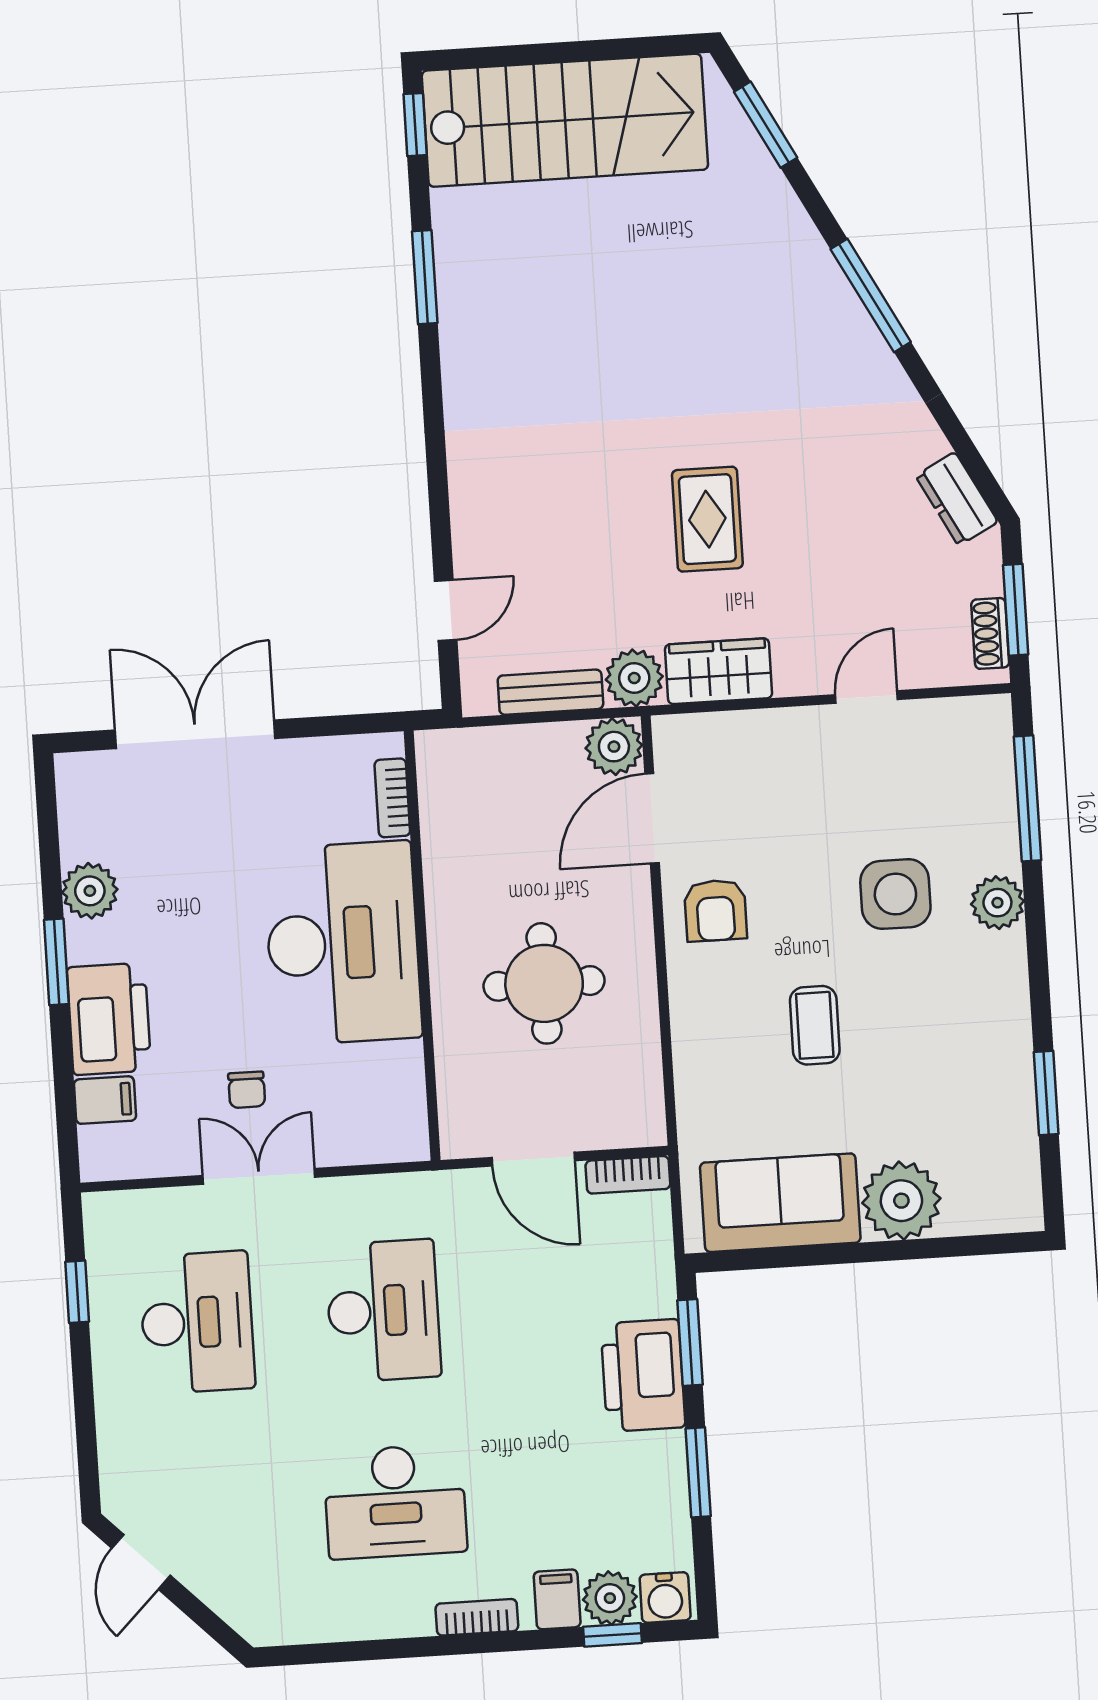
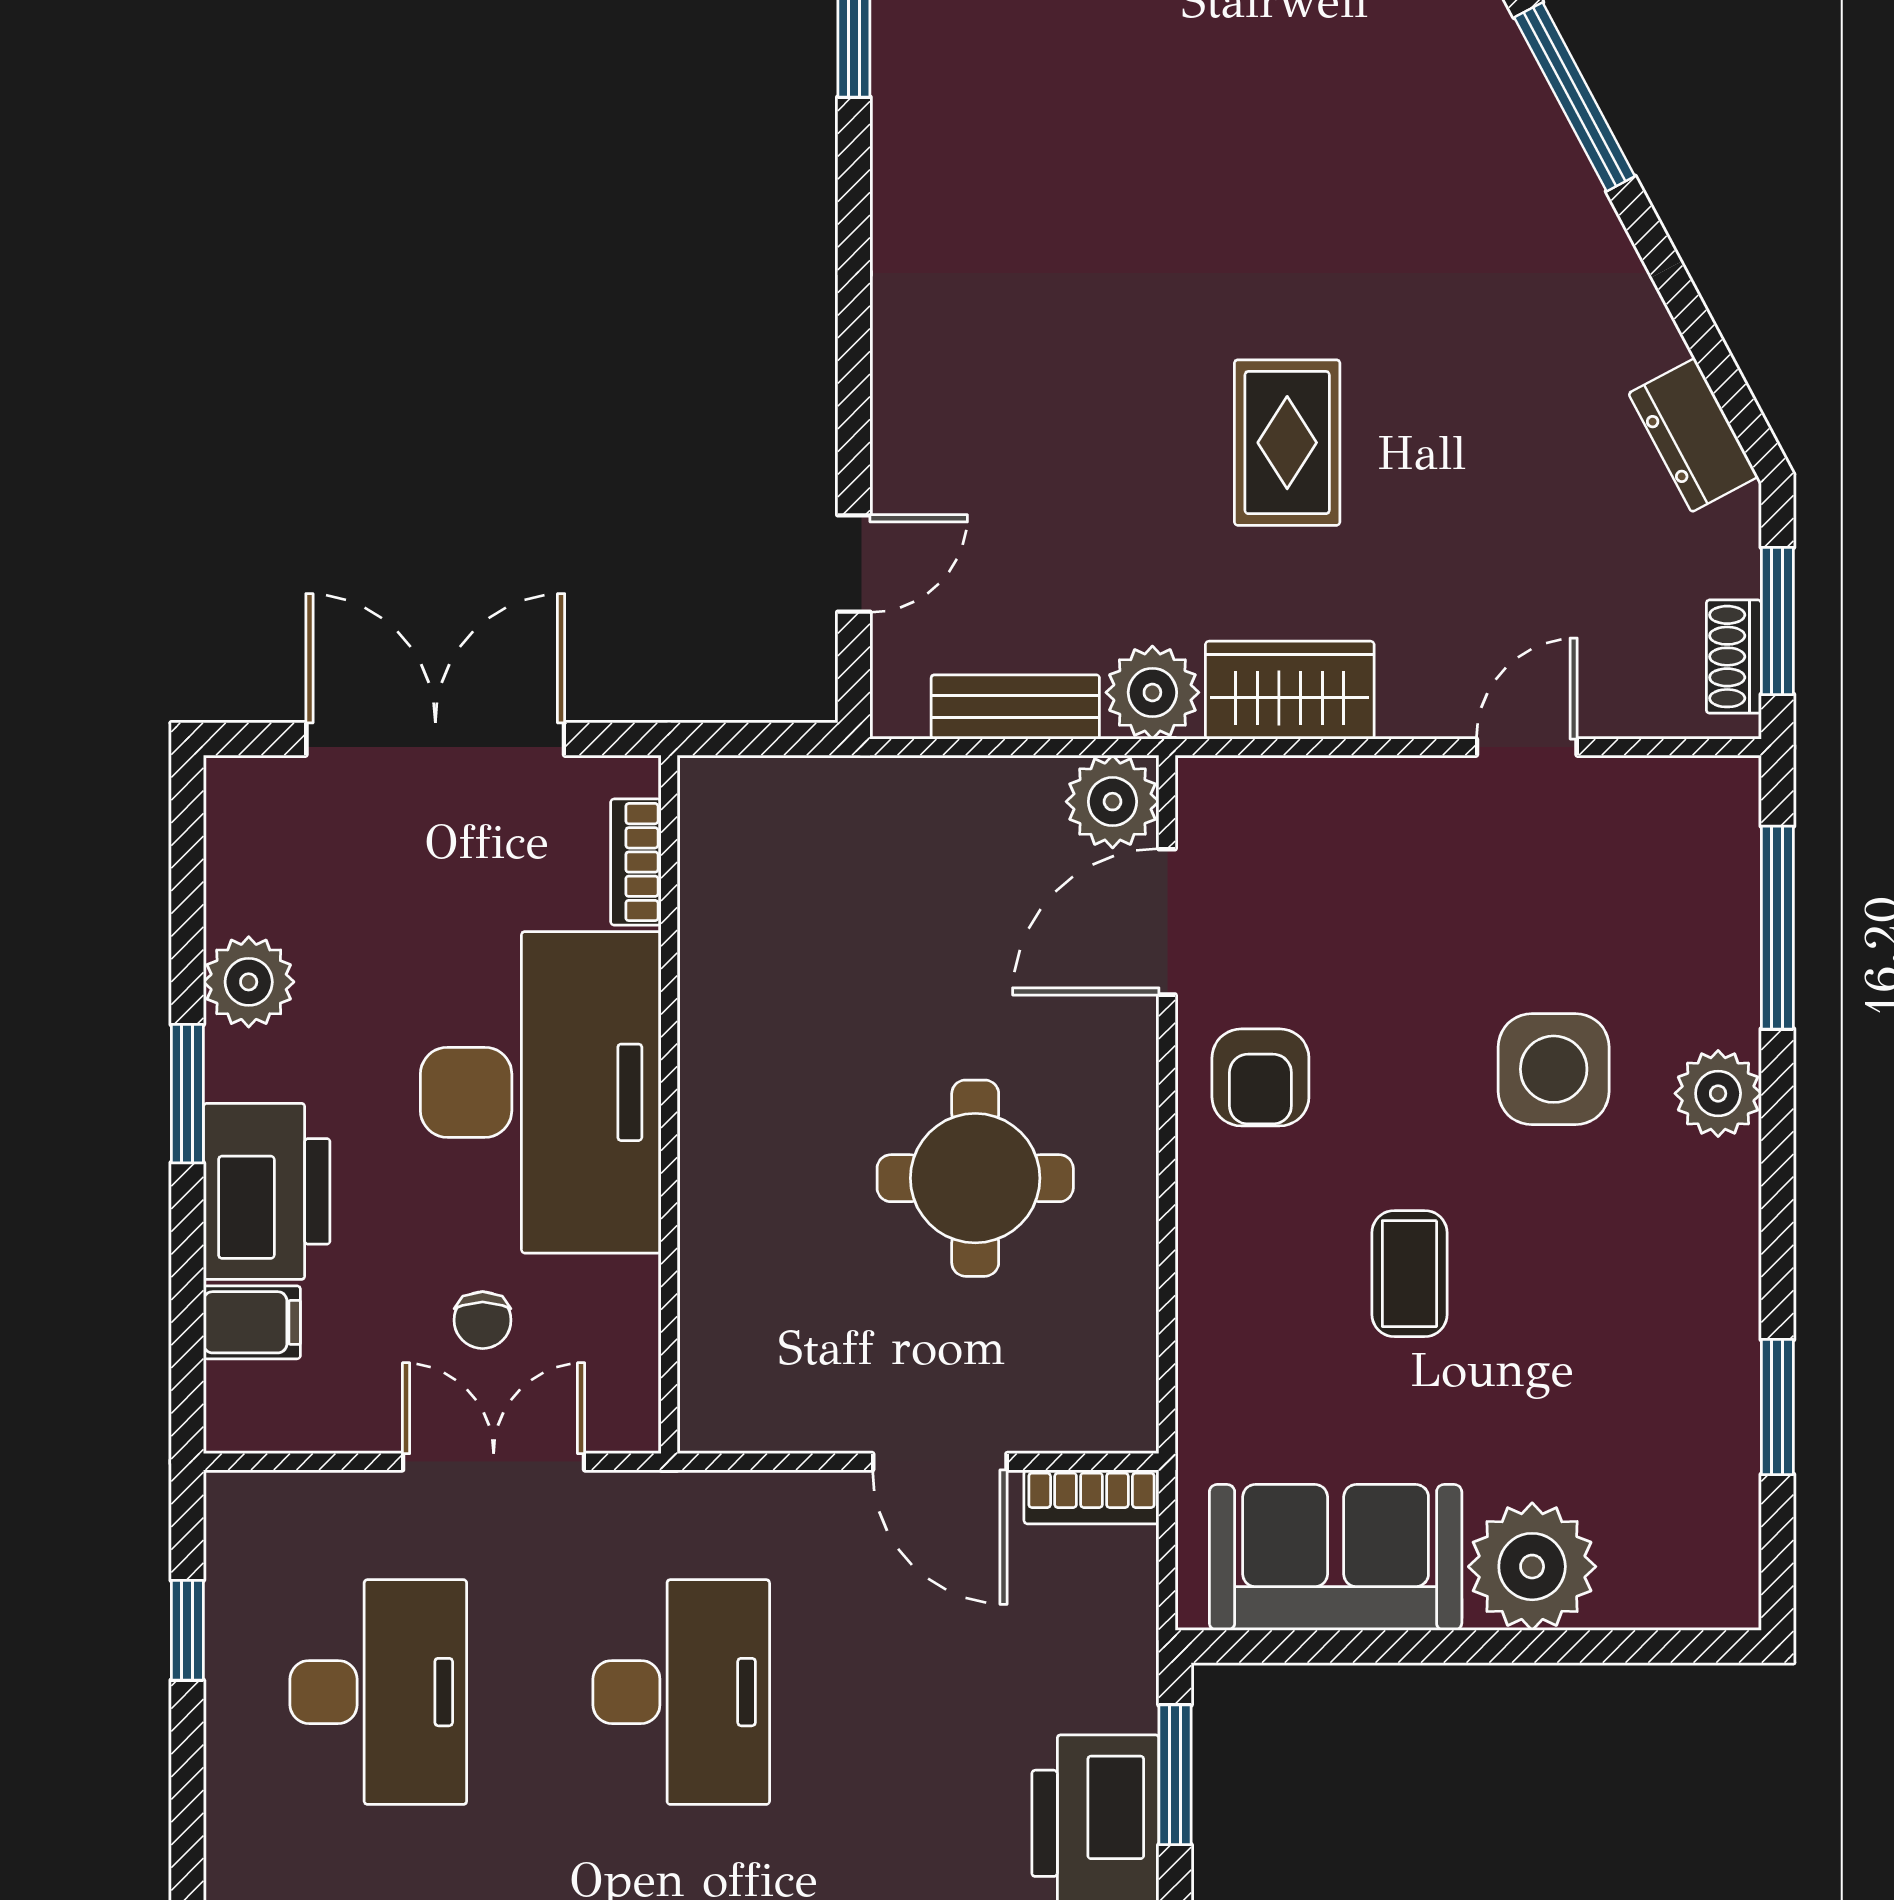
bookcase: (392, 798) -> (636, 862), moved
desk: (343, 943) -> (541, 1092), moved
wall: (422, 946) -> (669, 1104), moved

